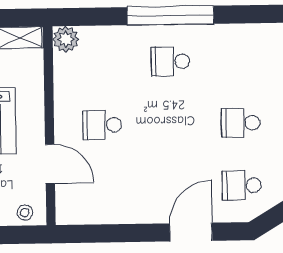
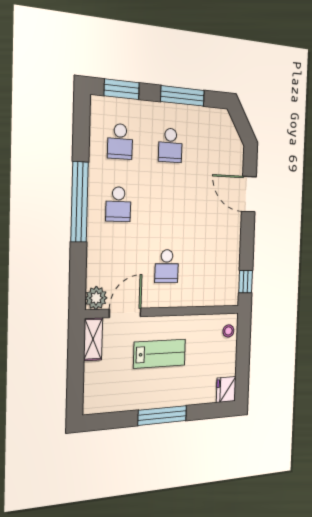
door: (50, 164) -> (125, 313), moved
school desk: (242, 185) -> (120, 141), moved
window: (85, 234) -> (246, 282), added

